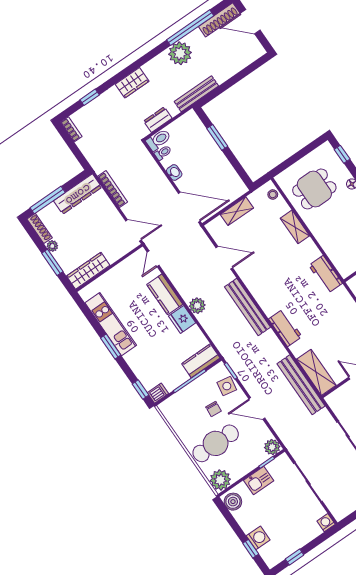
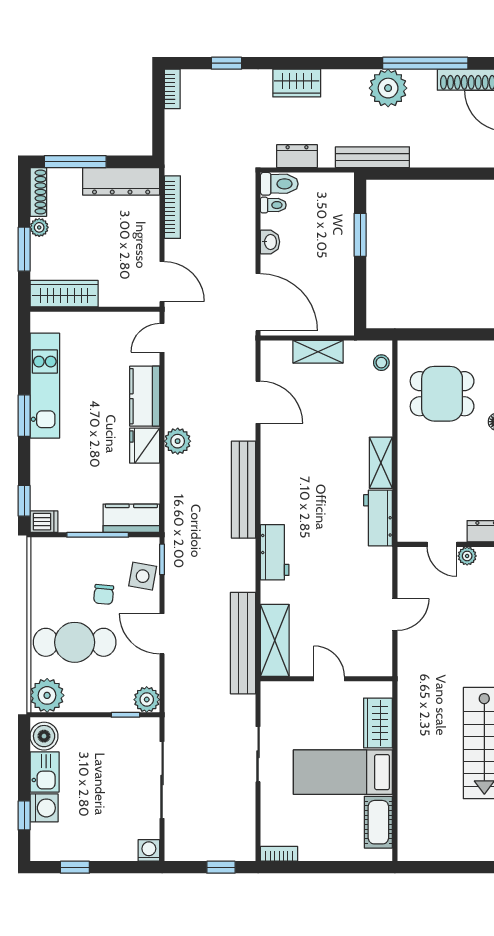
shelving: (295, 227) -> (381, 463), moved
kitchen sink: (259, 480) -> (45, 772), moved, turned -90

